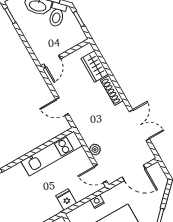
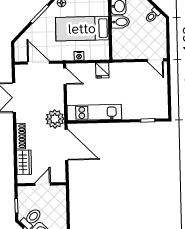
door: (52, 62) -> (43, 184), moved
door: (62, 107) -> (66, 145), width x1.87
plant: (95, 150) -> (55, 119), moved, width x1.88, depth x1.88

